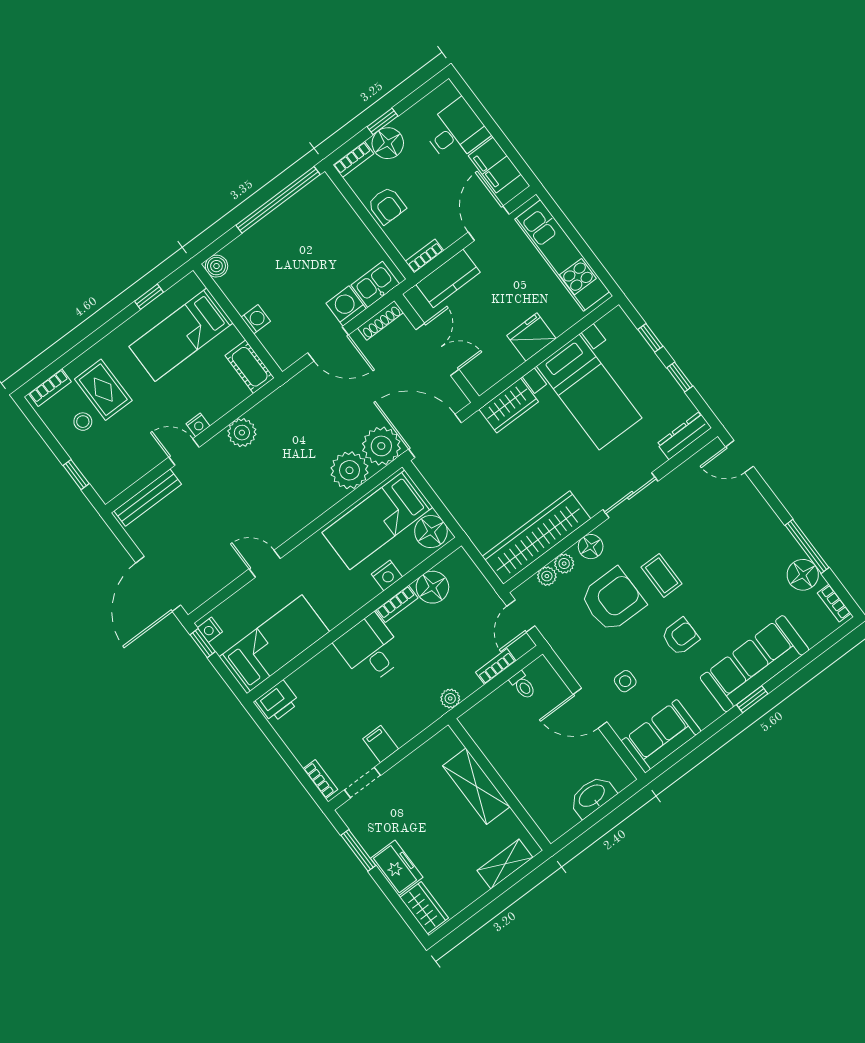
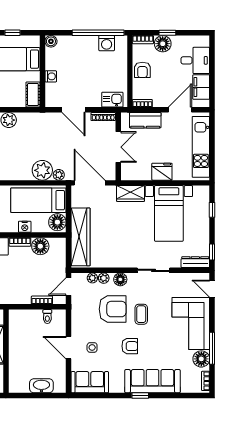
washing machine: (346, 306) -> (107, 43), moved, turned 180
window: (680, 377) -> (212, 252), moved
plant: (381, 446) -> (59, 175), width x0.53, depth x0.53
corner sofa: (747, 533) -> (191, 323), added
wardrobe: (536, 538) -> (81, 237), moved, turned 90
plant: (450, 698) -> (12, 299), removed

